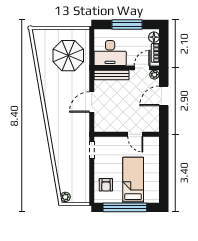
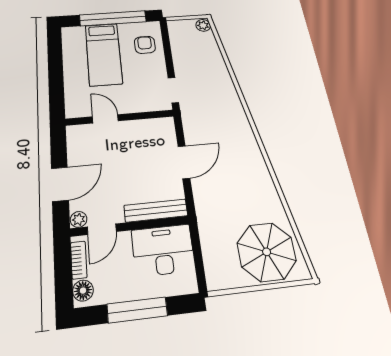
parasol: (68, 56) -> (267, 252), moved

